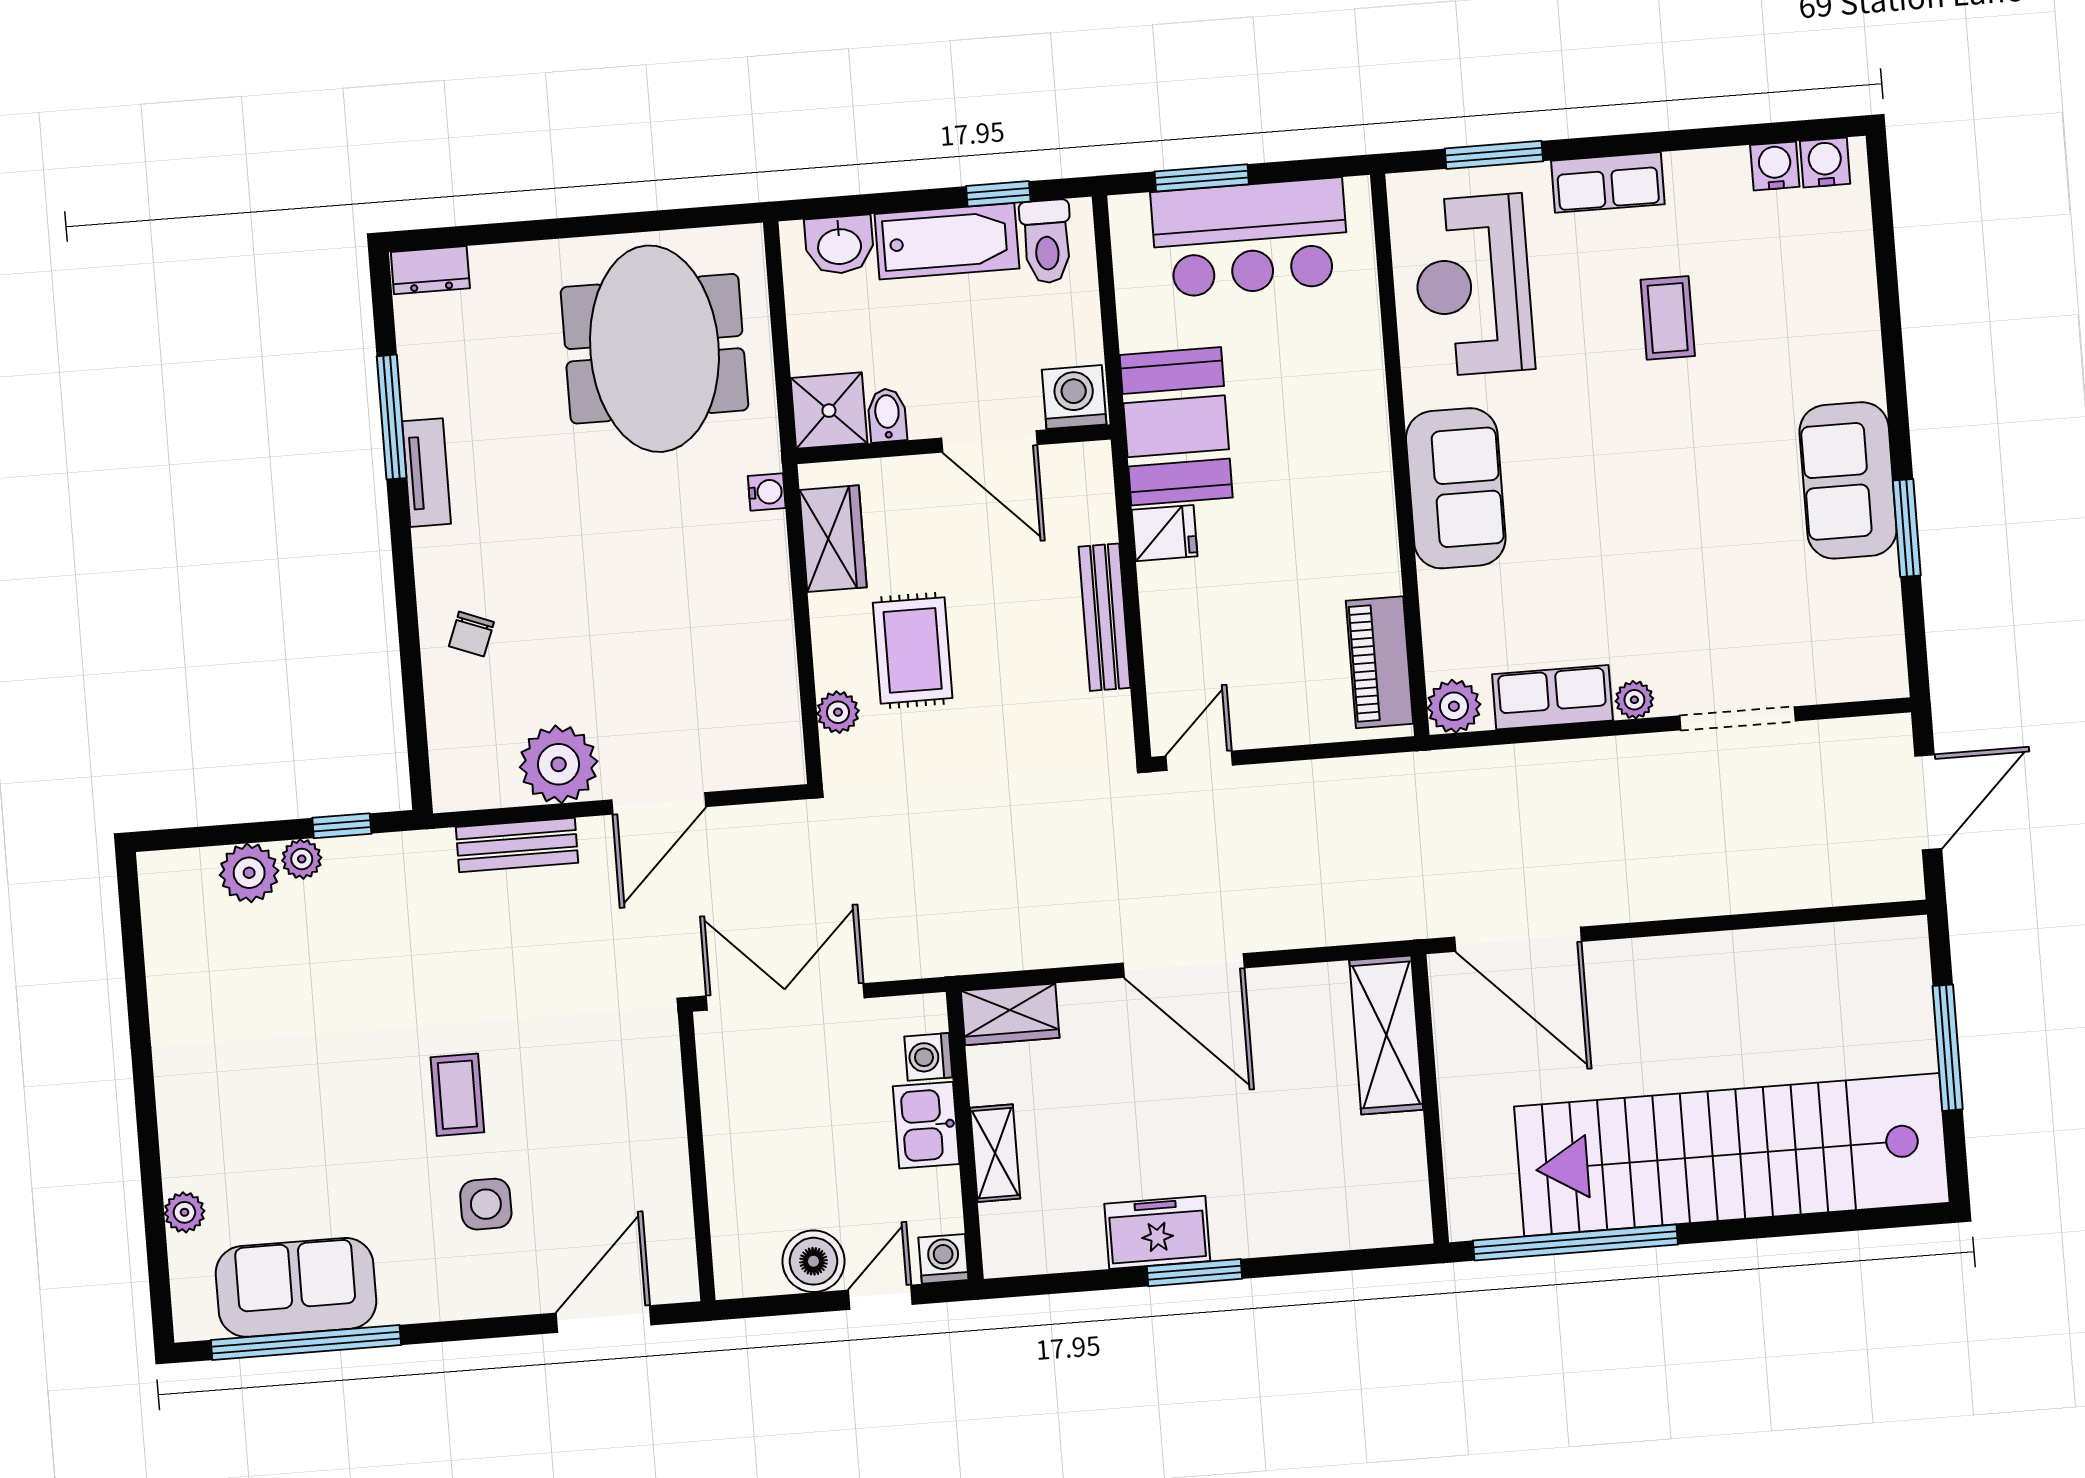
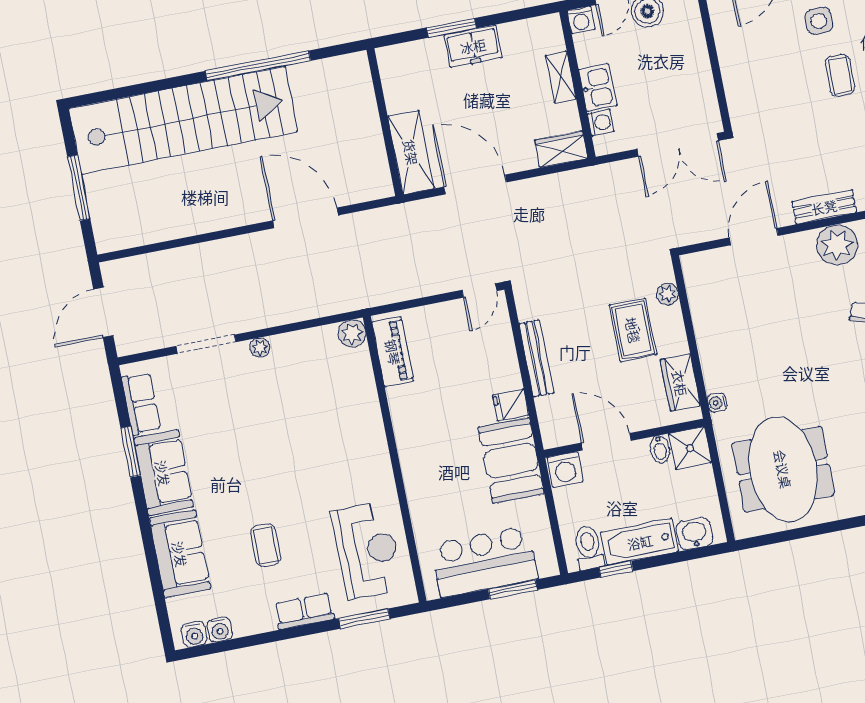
sofa: (1456, 488) -> (180, 554), moved, turned 180
row of seats: (1552, 697) -> (141, 404), moved, turned -90
plant: (559, 764) -> (837, 245), moved
shelving: (1386, 1035) -> (411, 152), moved
wall: (1430, 1099) -> (385, 122), moved

